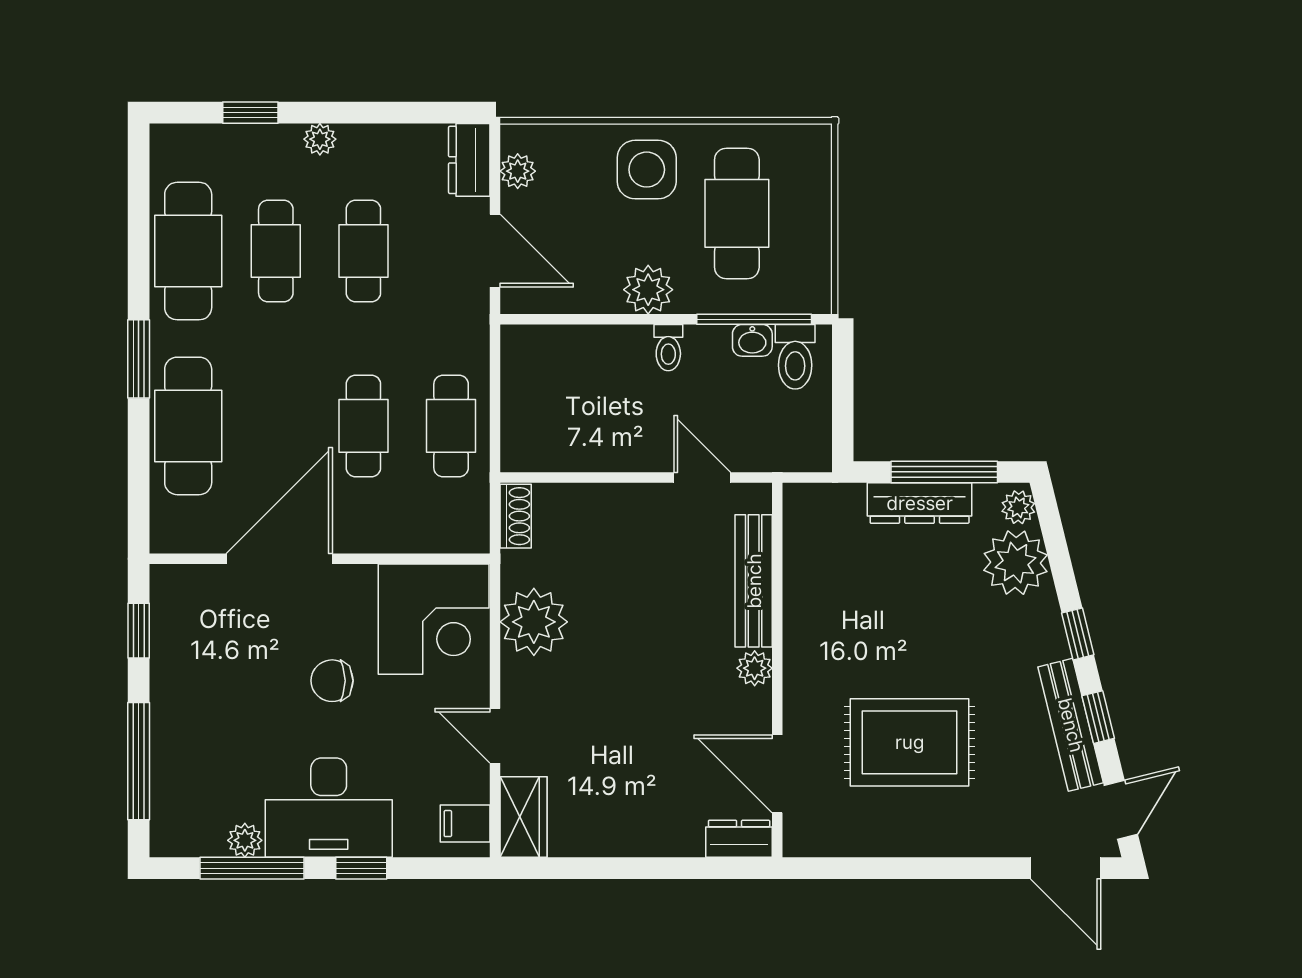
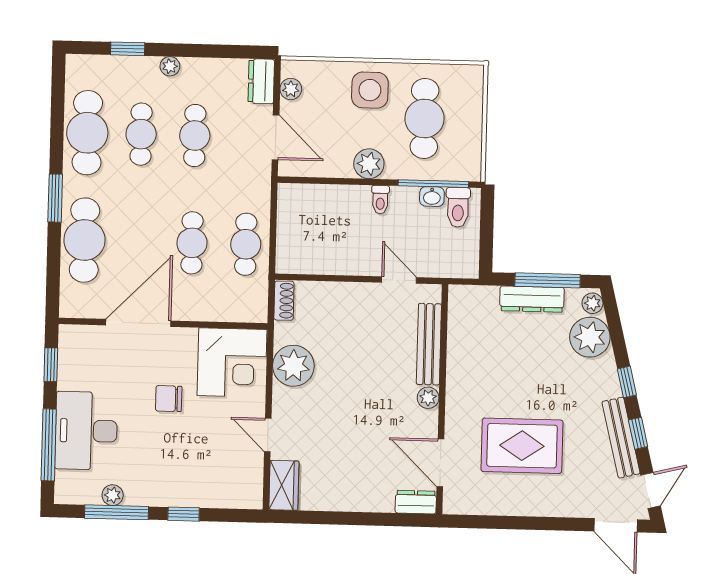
desk: (329, 808) -> (86, 431), moved, turned 90
filing cabinet: (465, 824) -> (248, 488), removed

